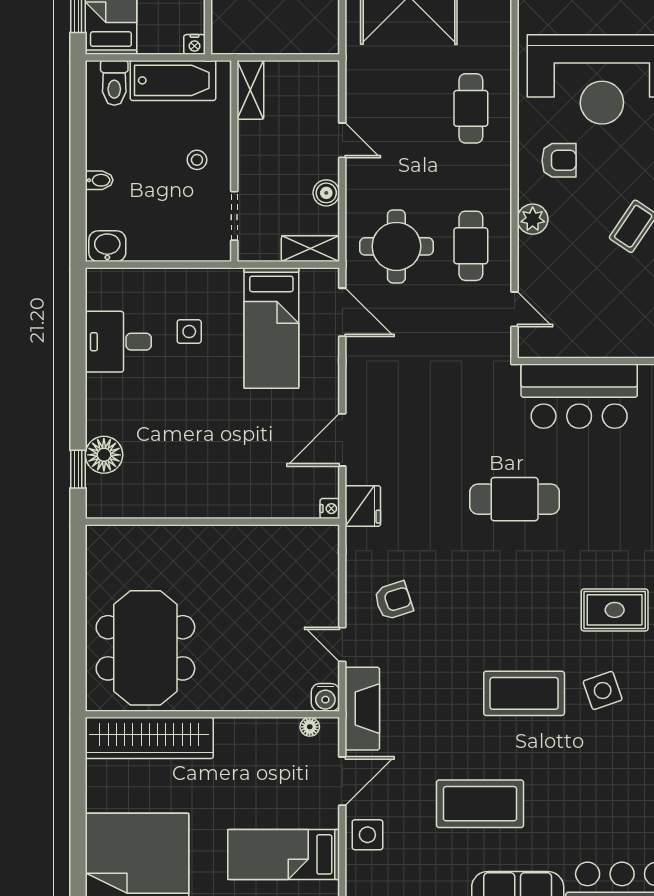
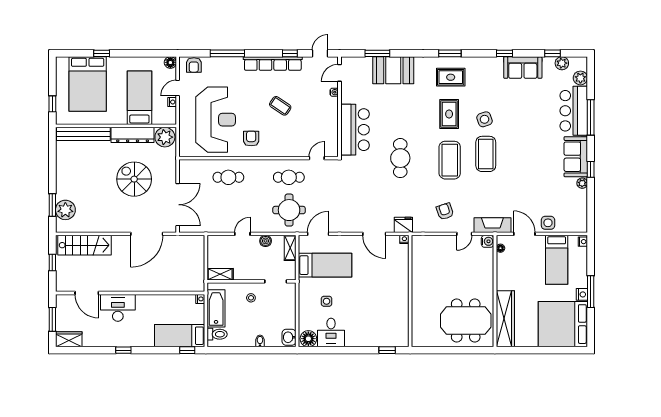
plant: (533, 219) -> (277, 150), removed
floor lamp: (104, 455) -> (308, 339), moved
coffee table: (480, 804) -> (450, 160), moved

